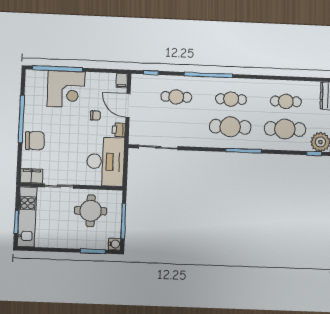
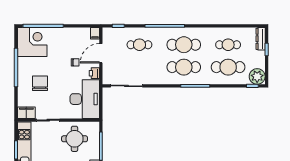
corner desk: (66, 89) -> (32, 42), moved, turned -90
cafe table: (231, 99) -> (184, 45), width x1.37, depth x1.35
door: (128, 105) -> (101, 53), hinge flipped
chair: (35, 141) -> (40, 83), moved, turned -88

